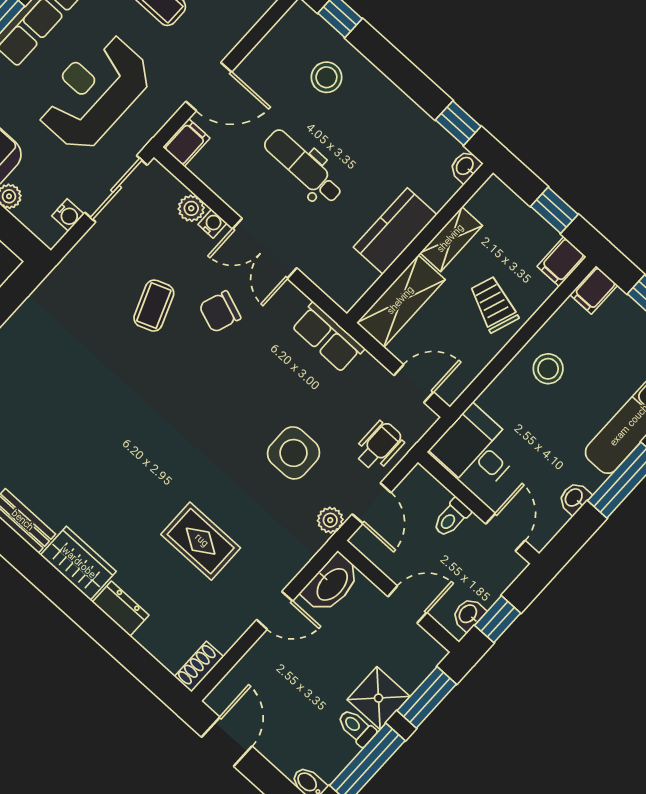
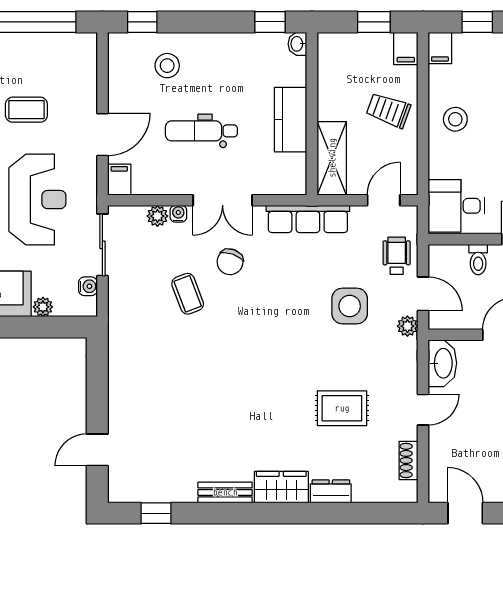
reception desk: (94, 92) -> (37, 200), turned 180
shelving: (451, 239) -> (328, 94), removed
row of seats: (328, 337) -> (308, 219), width x1.48
shoe rack: (199, 667) -> (409, 460), moved

